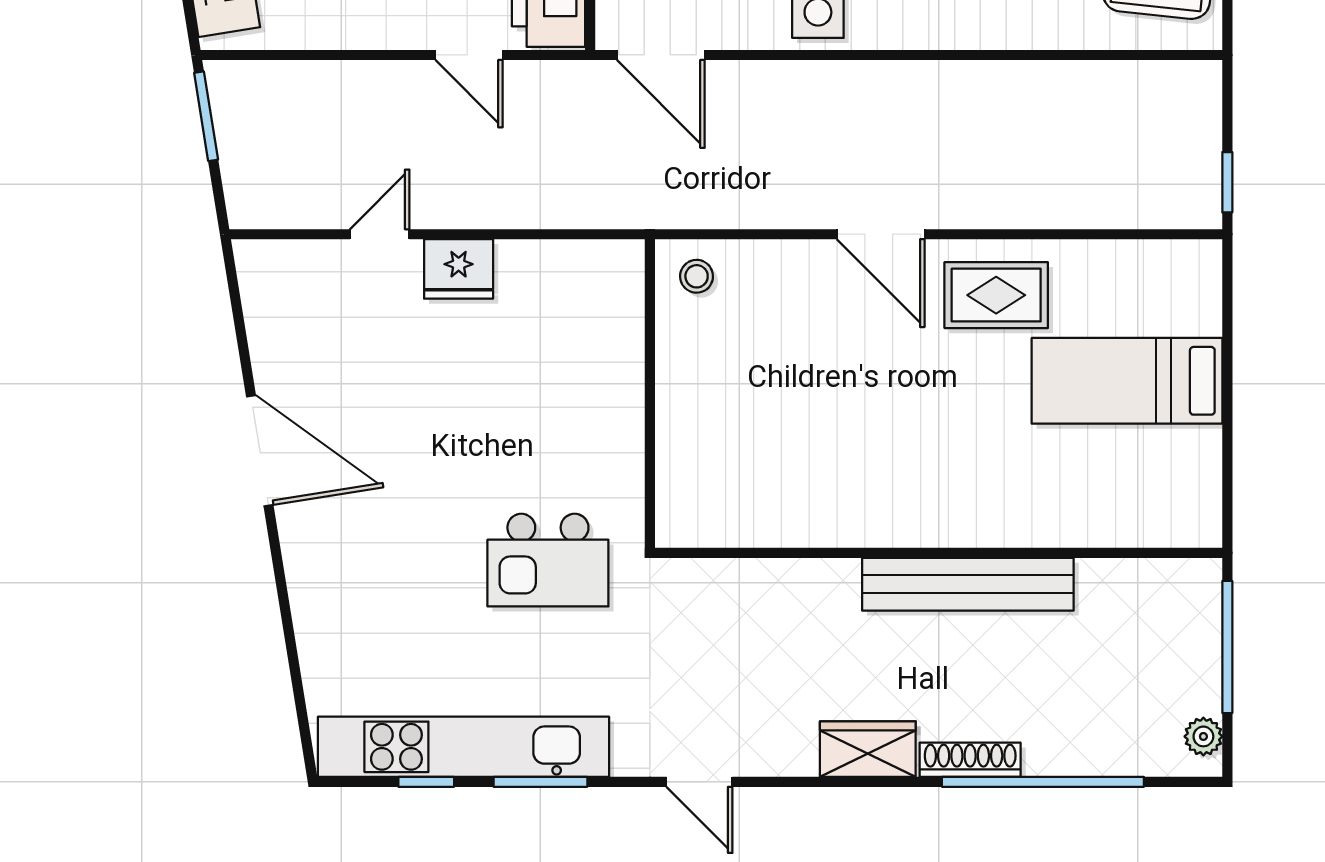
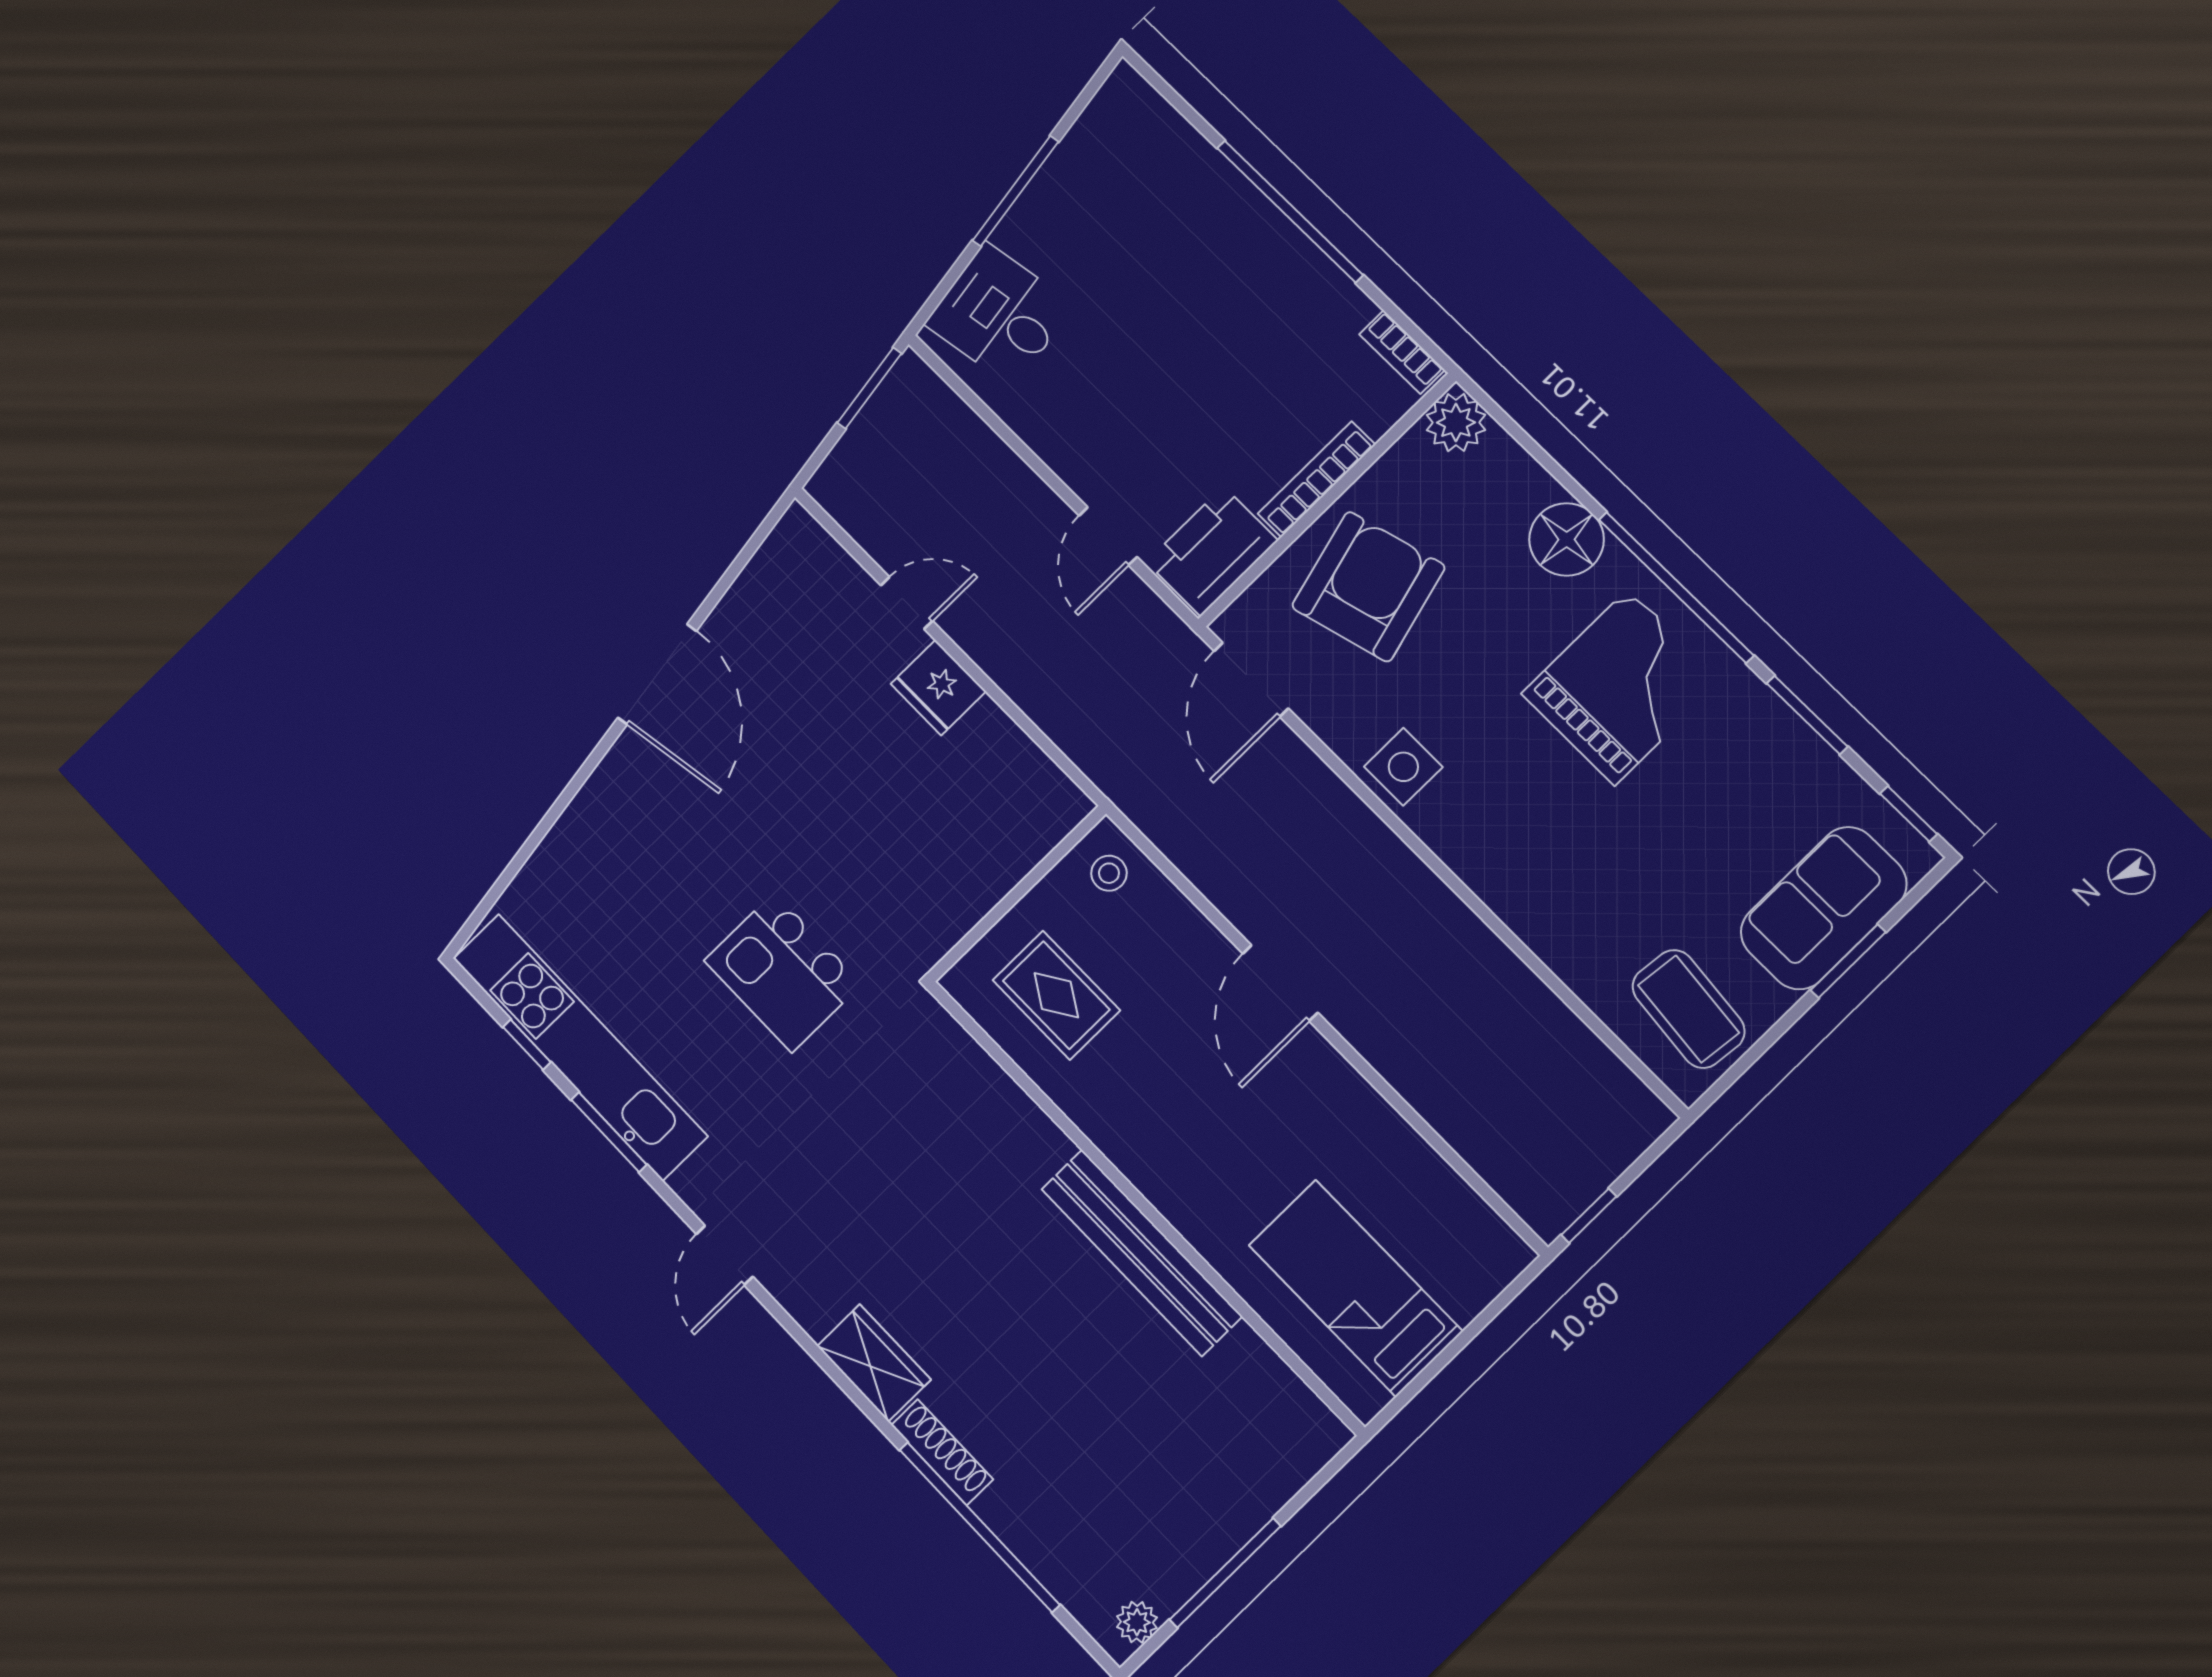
rug: (996, 295) -> (1056, 995), moved
wall: (939, 553) -> (1144, 1206), moved
bench: (968, 584) -> (1142, 1253), moved

